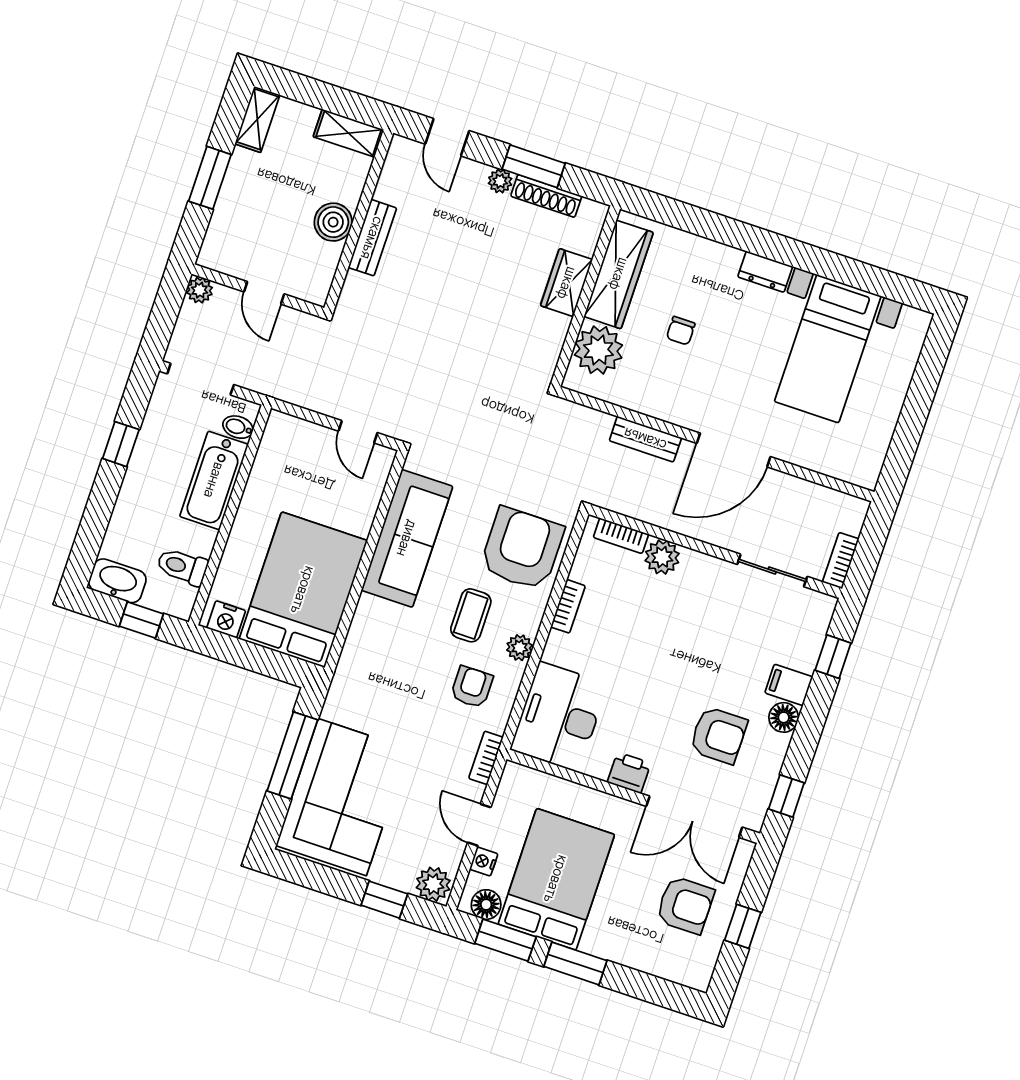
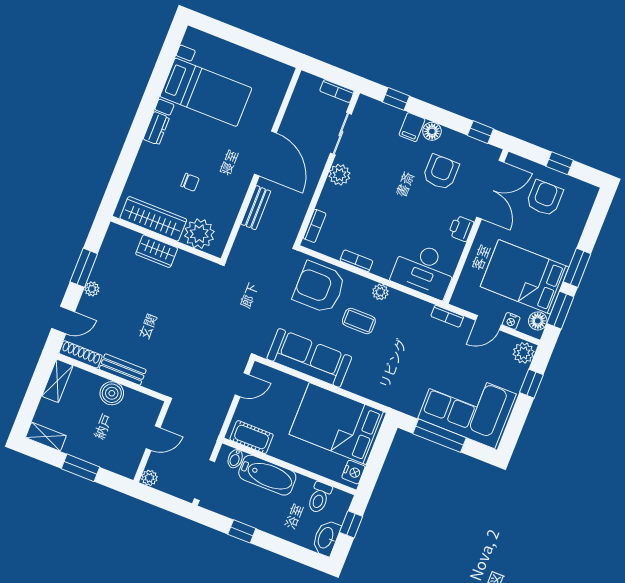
shoe rack: (546, 196) -> (81, 354), moved, turned -90
cot: (274, 452) -> (252, 437), added
plant: (662, 557) -> (339, 175), moved
armchair: (472, 687) -> (403, 323), removed

